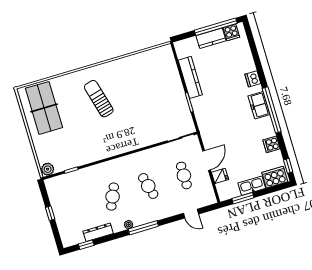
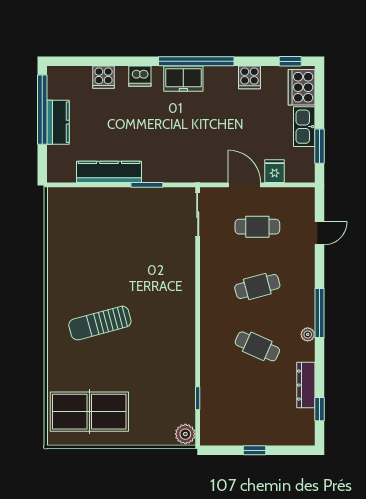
cooker: (231, 32) -> (104, 77), moved, turned 90

